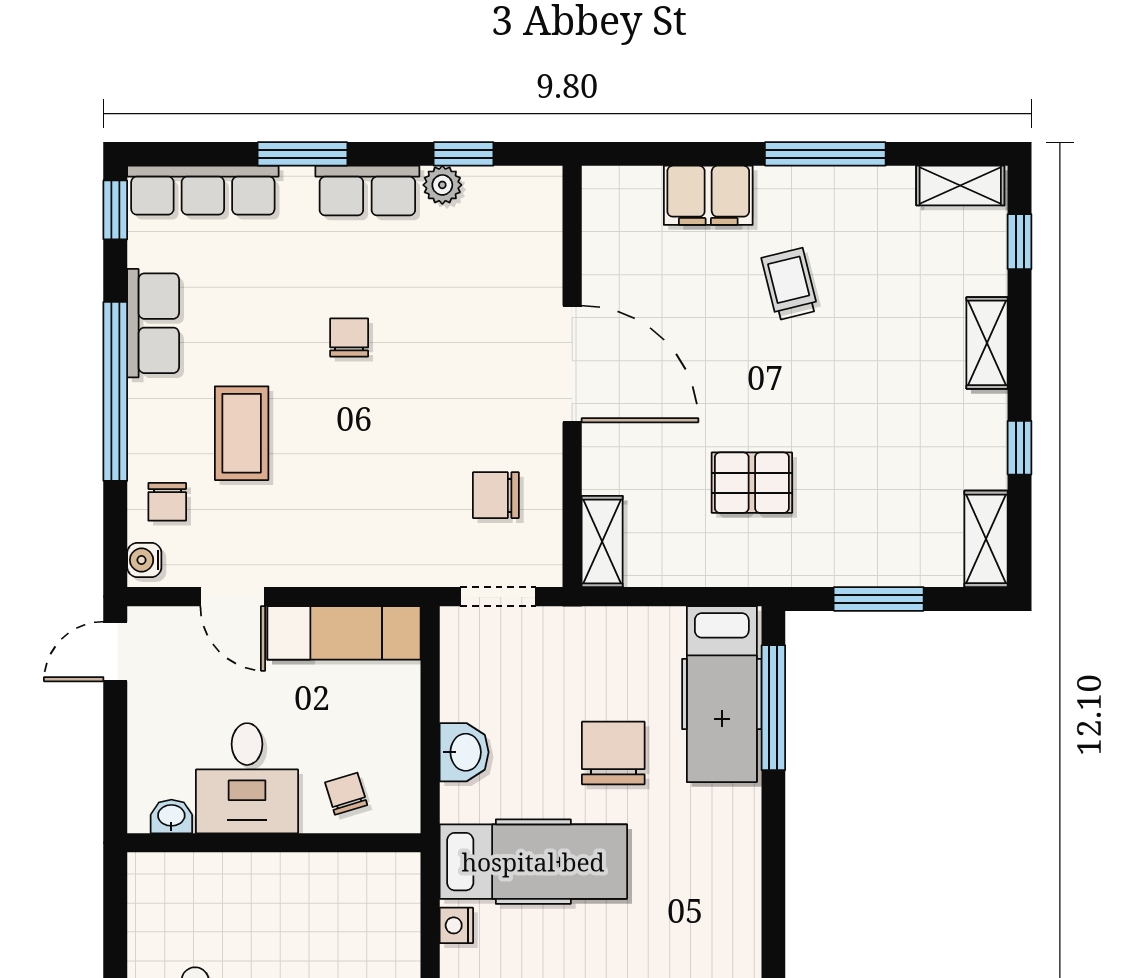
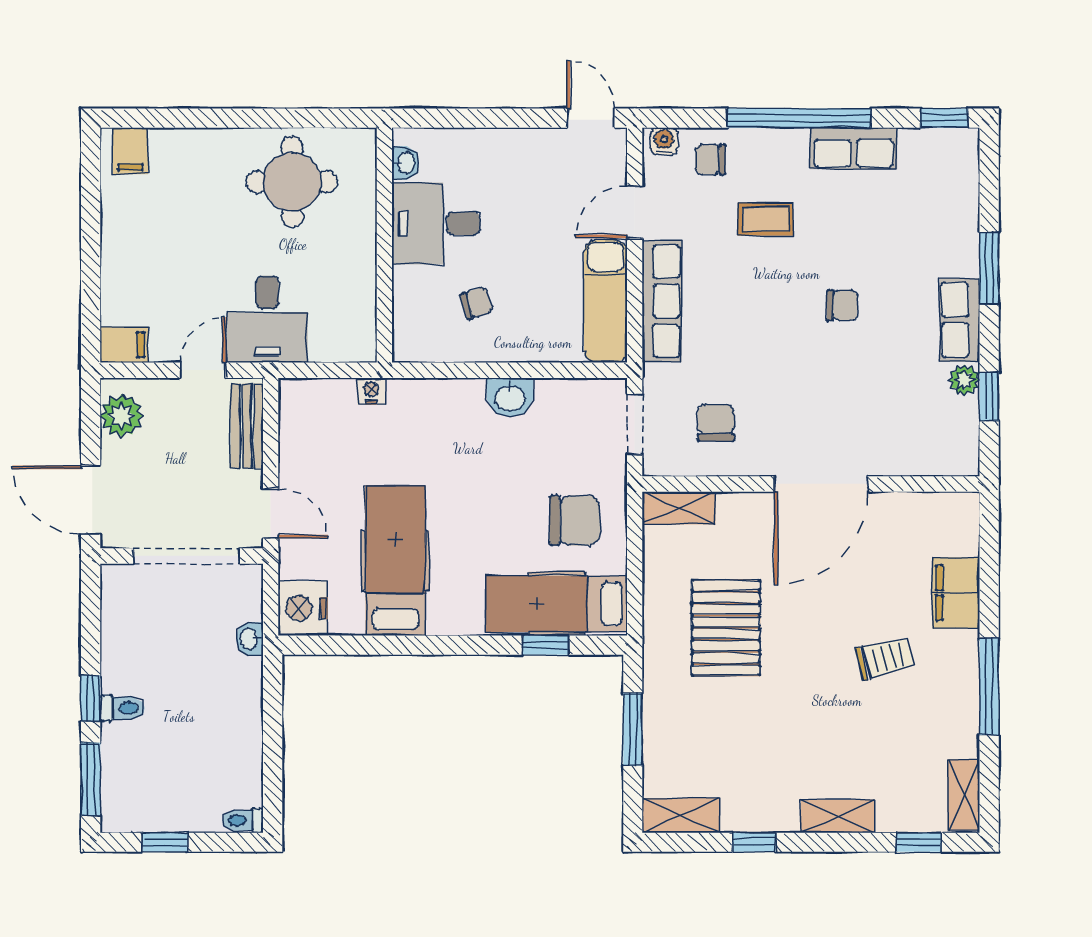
row of seats: (203, 190) -> (662, 301), moved, turned 180
coffee table: (242, 433) -> (765, 219), width x0.73, depth x0.77
pallet: (752, 483) -> (726, 628), width x1.50, depth x1.42
window: (773, 708) -> (546, 645), width x0.46
chair: (613, 753) -> (575, 520), moved
desk: (247, 778) -> (436, 224), moved
washbasin: (171, 816) -> (405, 163), moved
wall: (274, 843) -> (384, 245), moved
hospital bed: (533, 862) -> (395, 561), moved, turned 180

